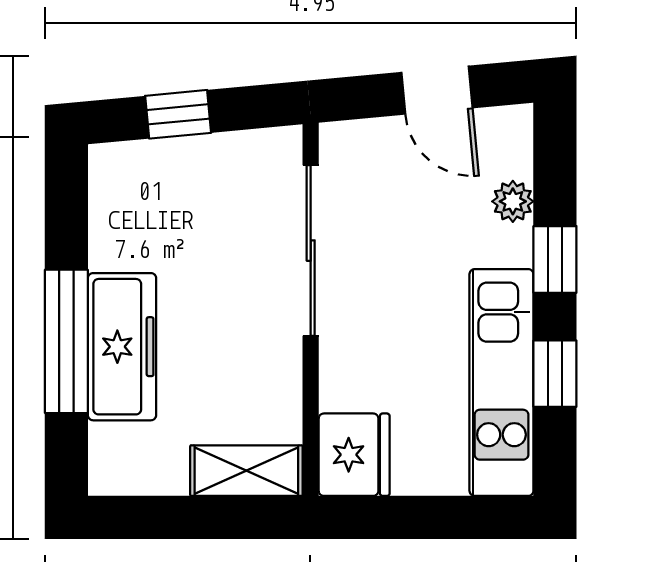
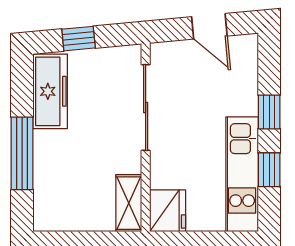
plant: (513, 201) -> (248, 83), removed
freezer: (122, 347) -> (50, 91), moved
shelving: (246, 471) -> (129, 203), moved, turned 90

